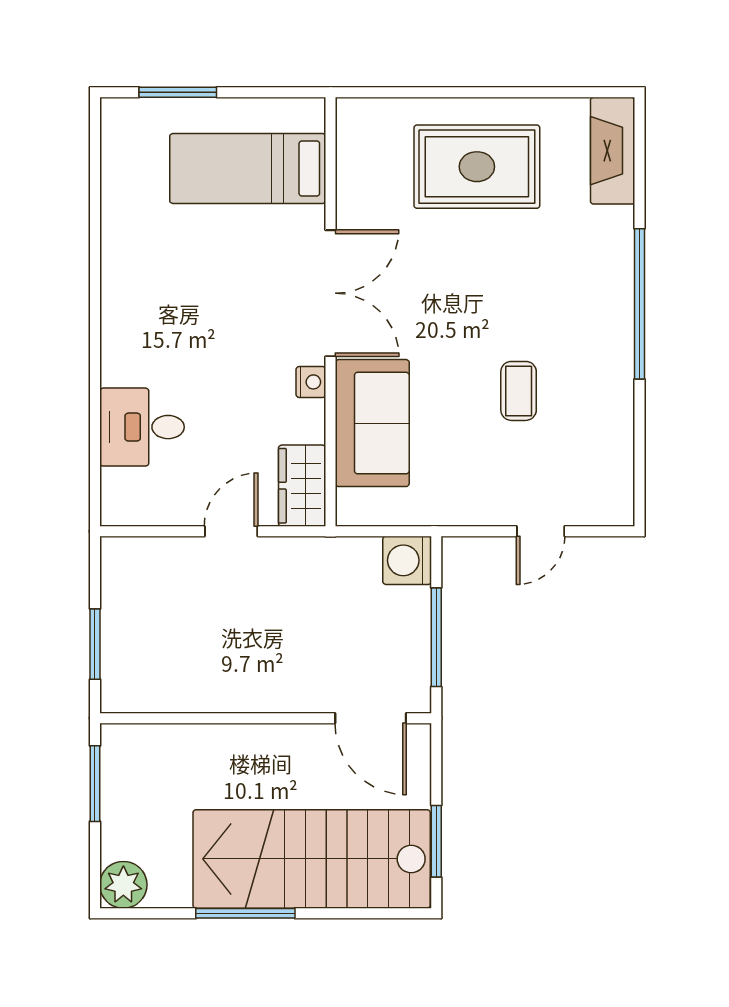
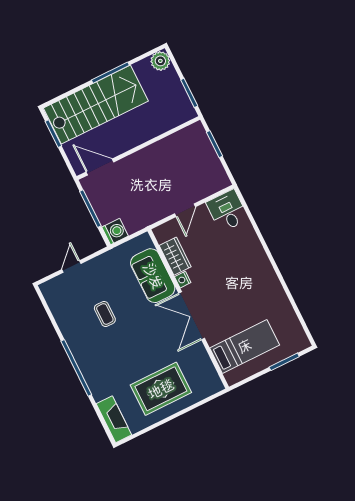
desk: (142, 427) -> (227, 211), moved, turned -90
wardrobe: (302, 486) -> (175, 256), moved

